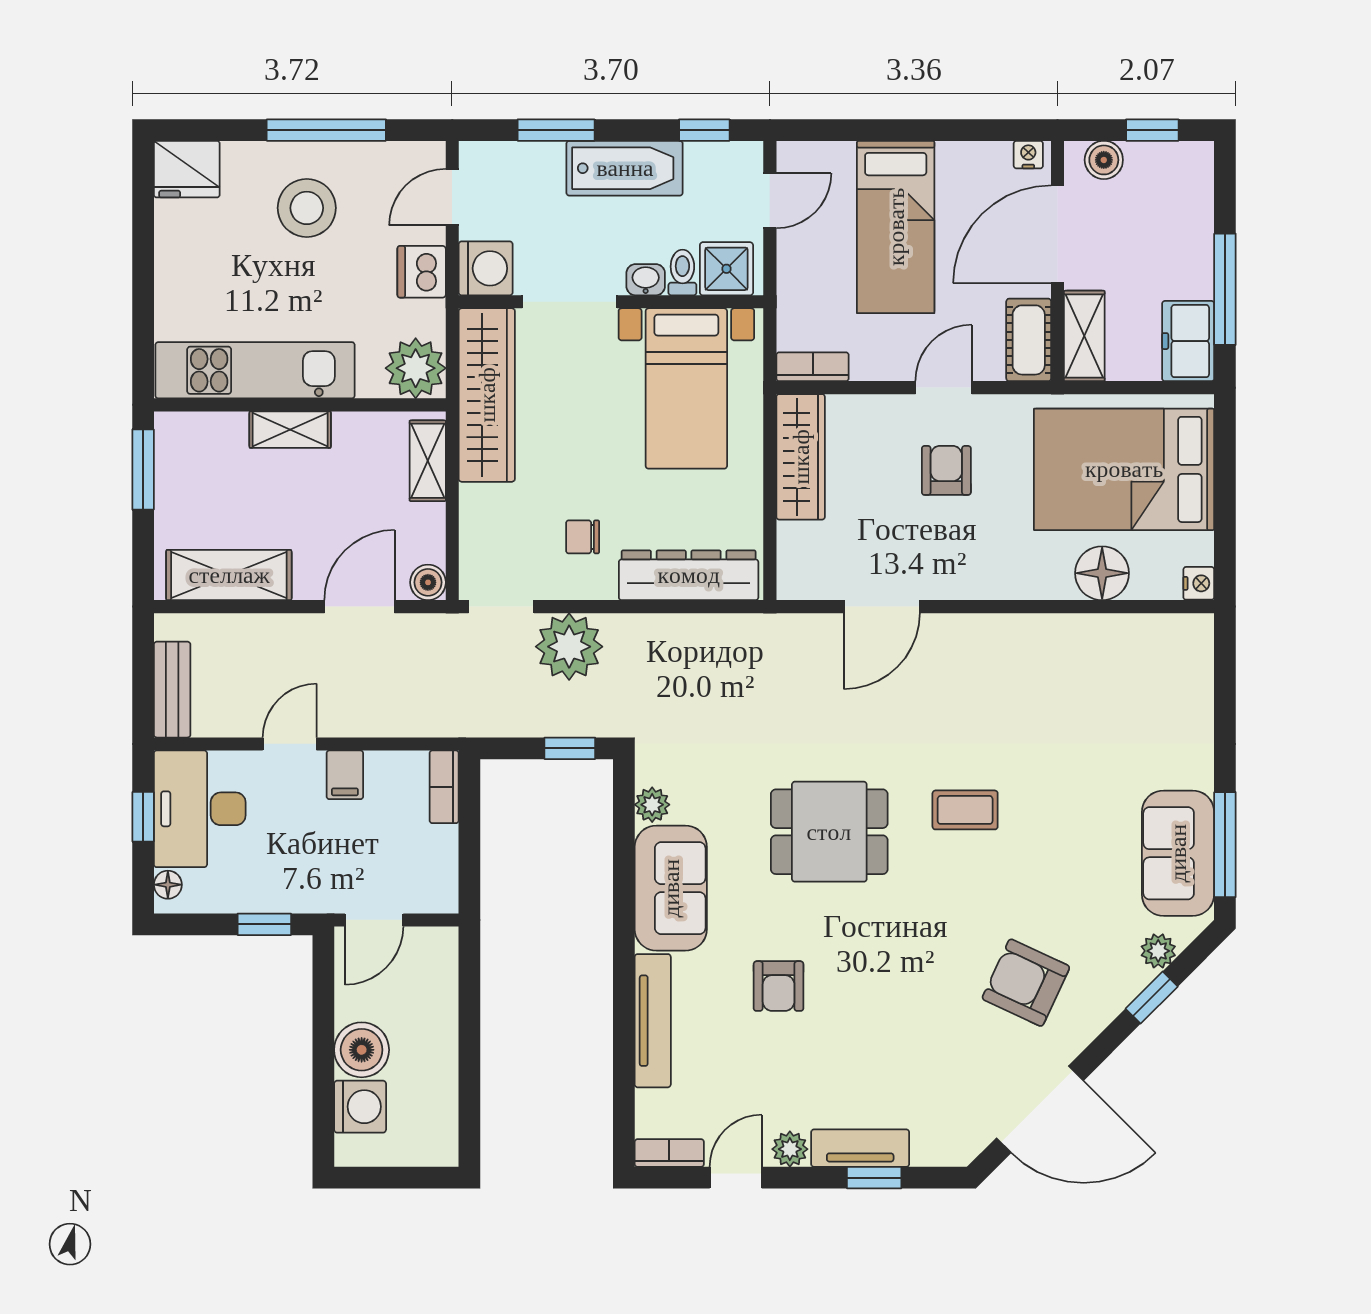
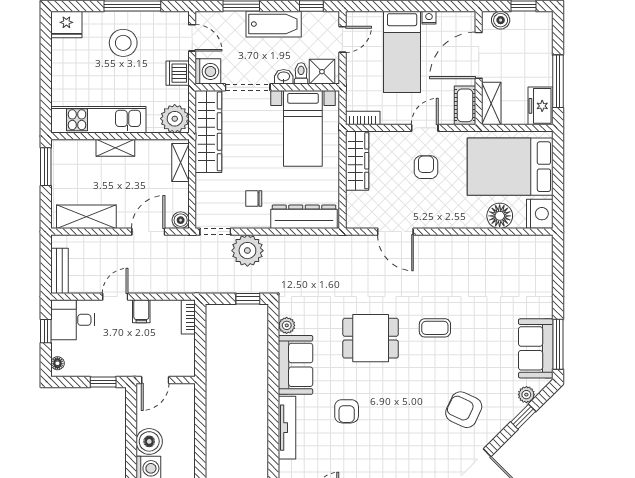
nightstand: (1028, 155) -> (429, 18), moved
door: (452, 197) -> (192, 38), swing flipped
nightstand: (1199, 583) -> (540, 214), width x1.89, depth x1.79
door: (882, 607) -> (395, 232), hinge flipped
desk: (200, 809) -> (73, 320), width x0.73

